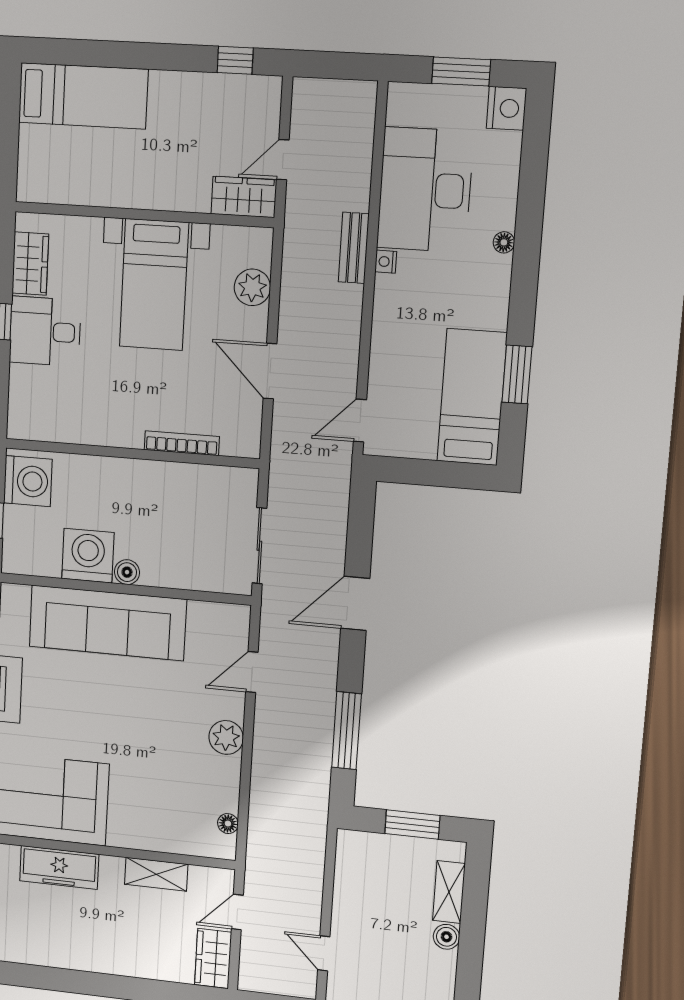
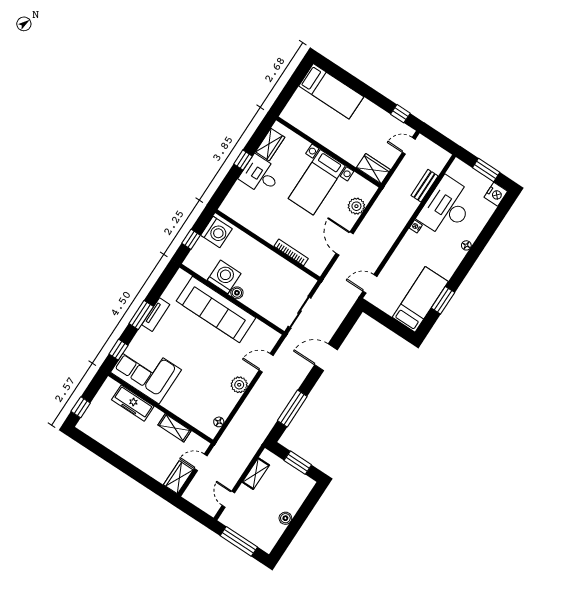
door: (283, 160) -> (409, 146), moved
bench: (354, 248) -> (425, 186), moved
shelving: (449, 892) -> (256, 474), moved

